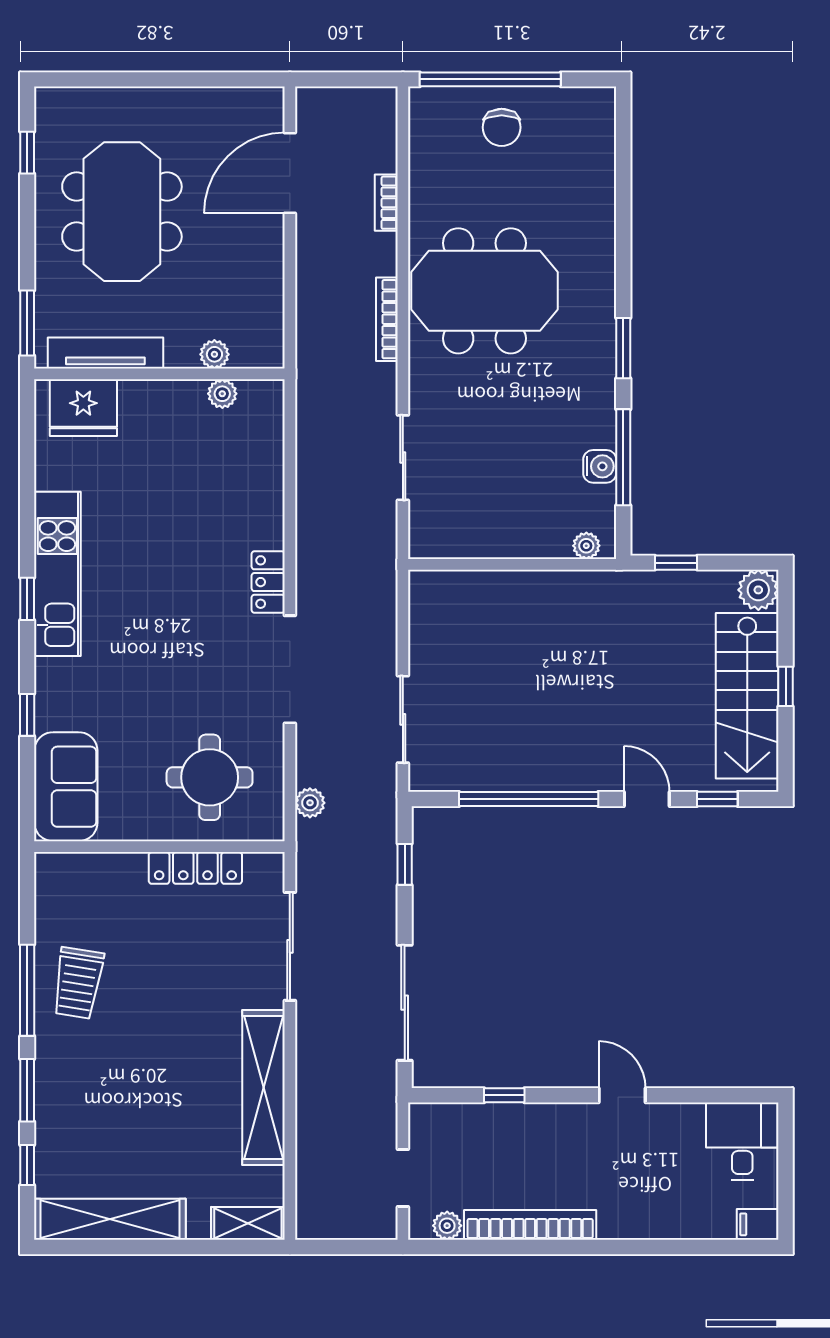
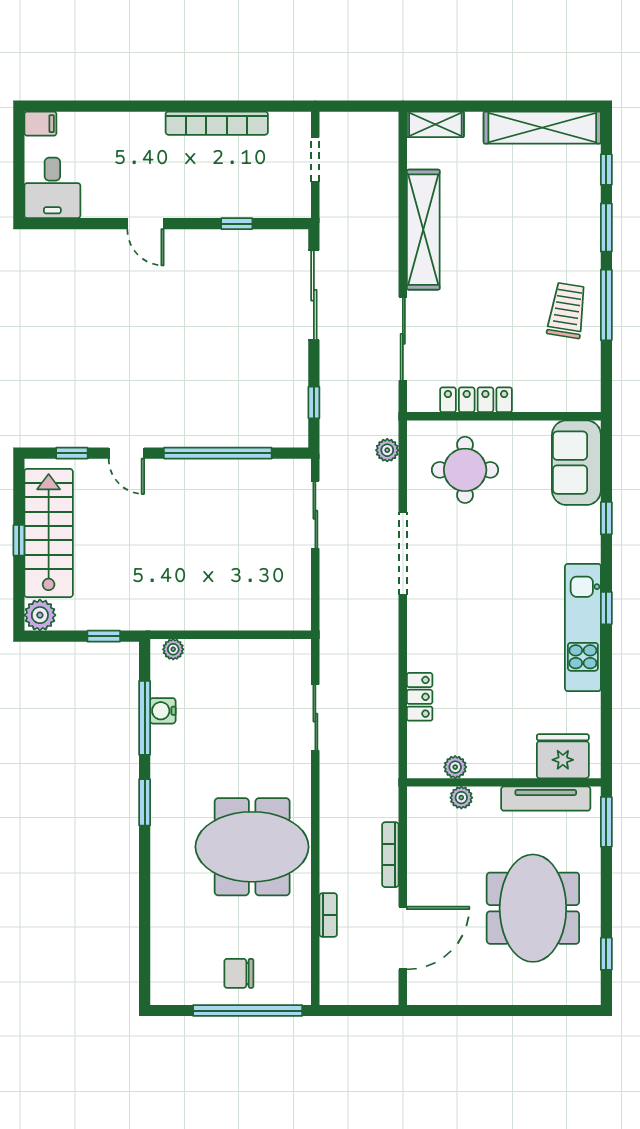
chair: (502, 127) -> (239, 973), turned -90
bookcase: (387, 319) -> (390, 855), moved, turned 180
locker: (268, 582) -> (420, 697), moved
plant: (447, 1226) -> (281, 123), removed

